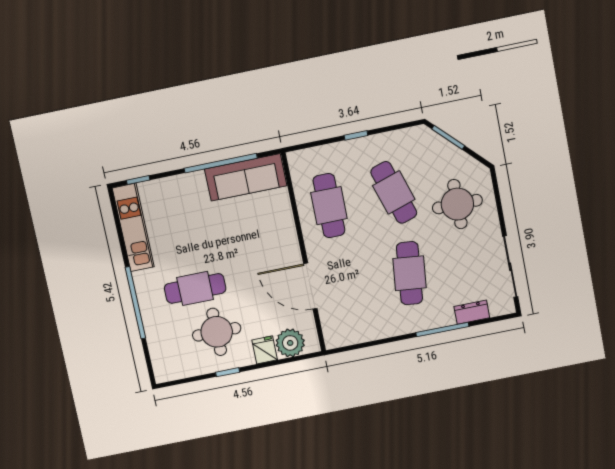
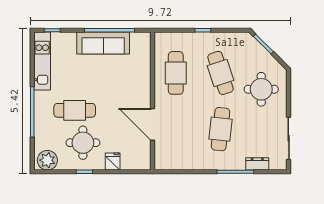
sofa: (246, 177) -> (103, 43), moved
plant: (290, 343) -> (47, 160), moved

